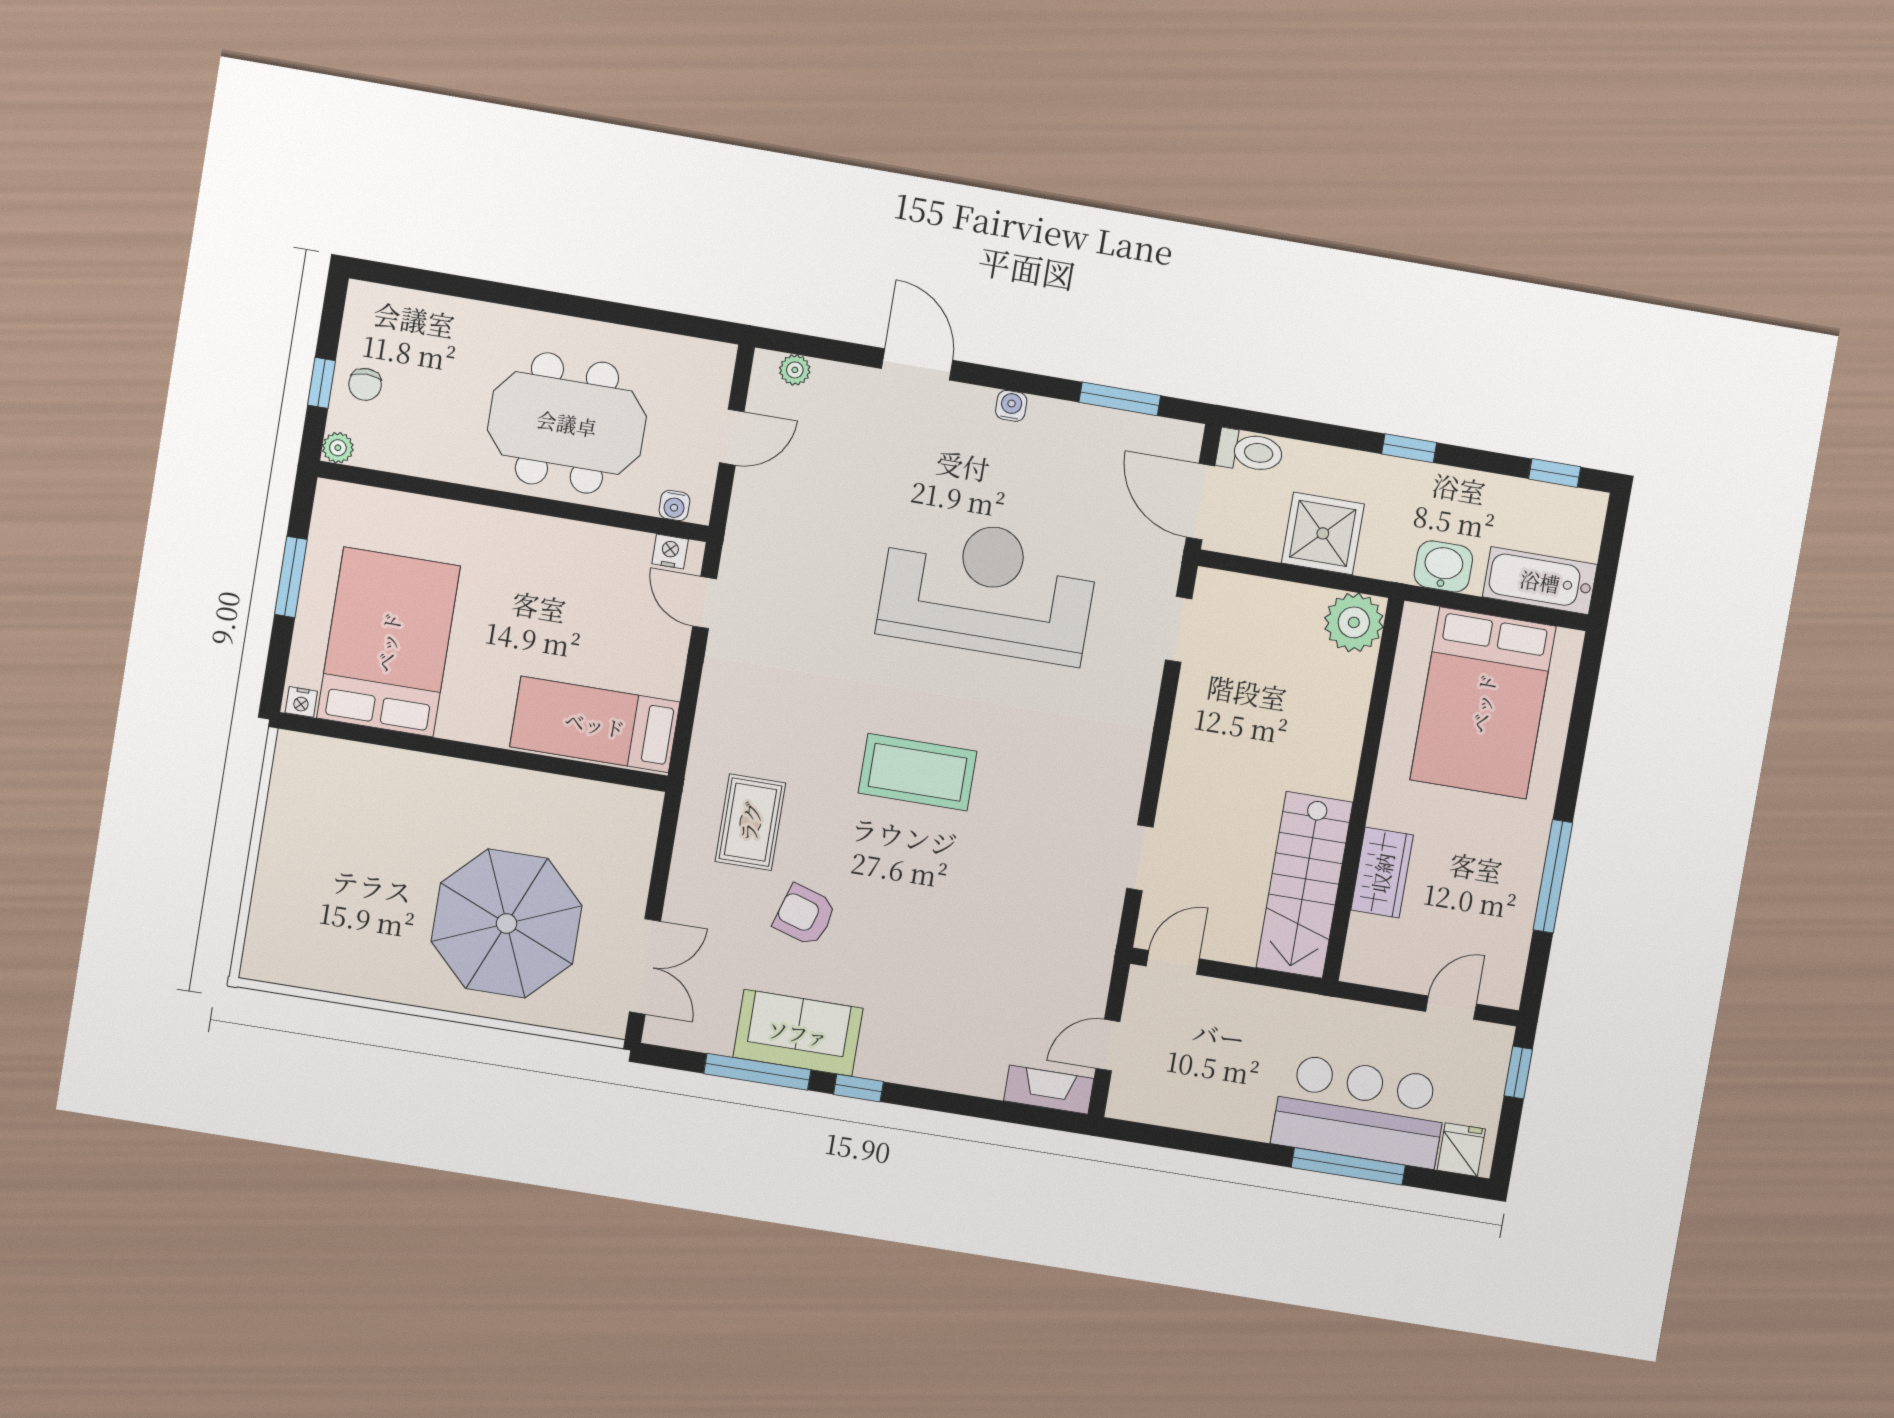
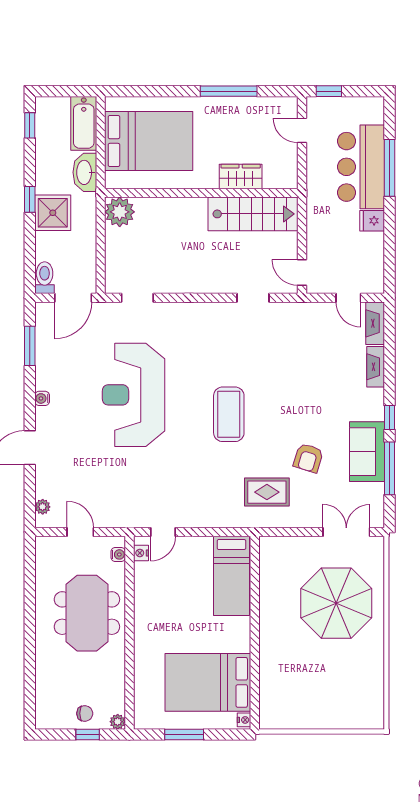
shower: (1323, 533) -> (53, 213), moved
washbasin: (1443, 566) -> (85, 172), width x1.38
fireplace: (963, 1077) -> (376, 367), added
fridge: (1461, 1150) -> (372, 221), moved

